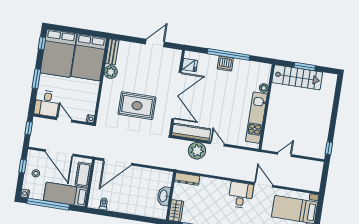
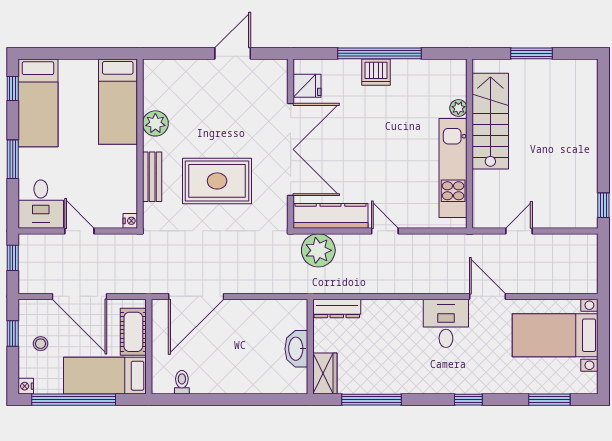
bench: (112, 52) -> (152, 177), moved
bed: (58, 53) -> (38, 103), width x0.67
bed: (89, 57) -> (118, 102), width x0.67
stairs: (297, 77) -> (490, 121), moved, turned -90
plant: (197, 151) -> (318, 250), moved

